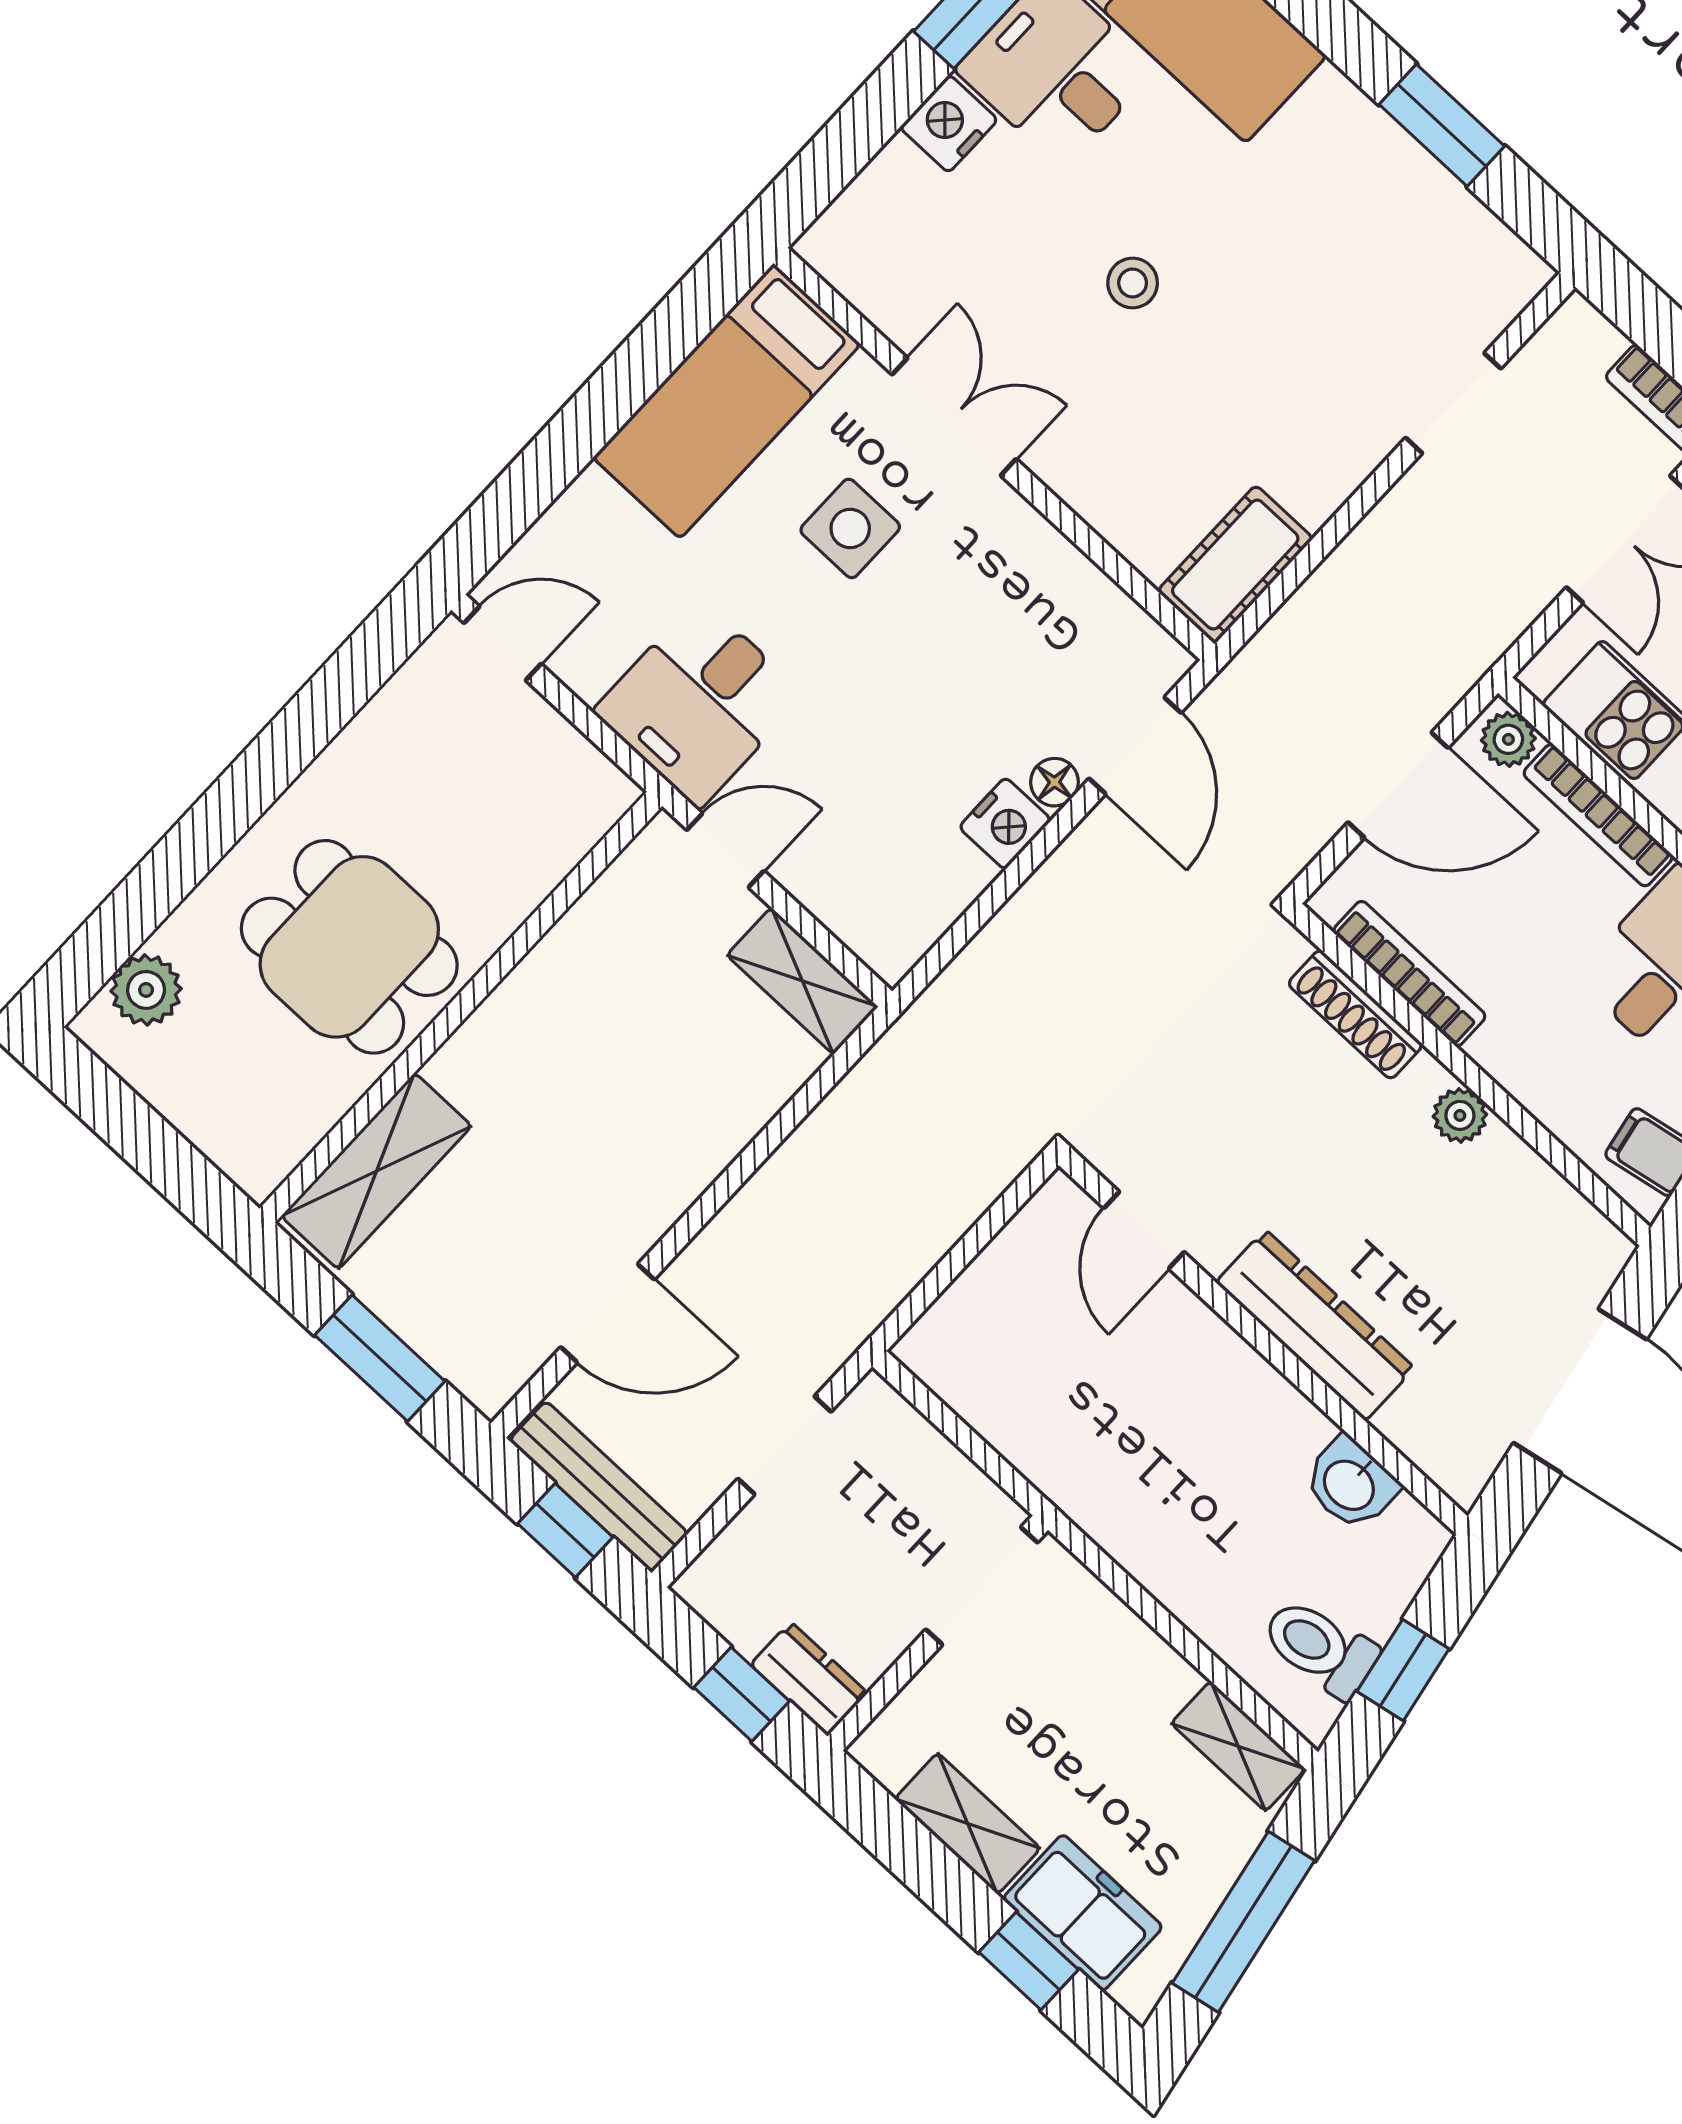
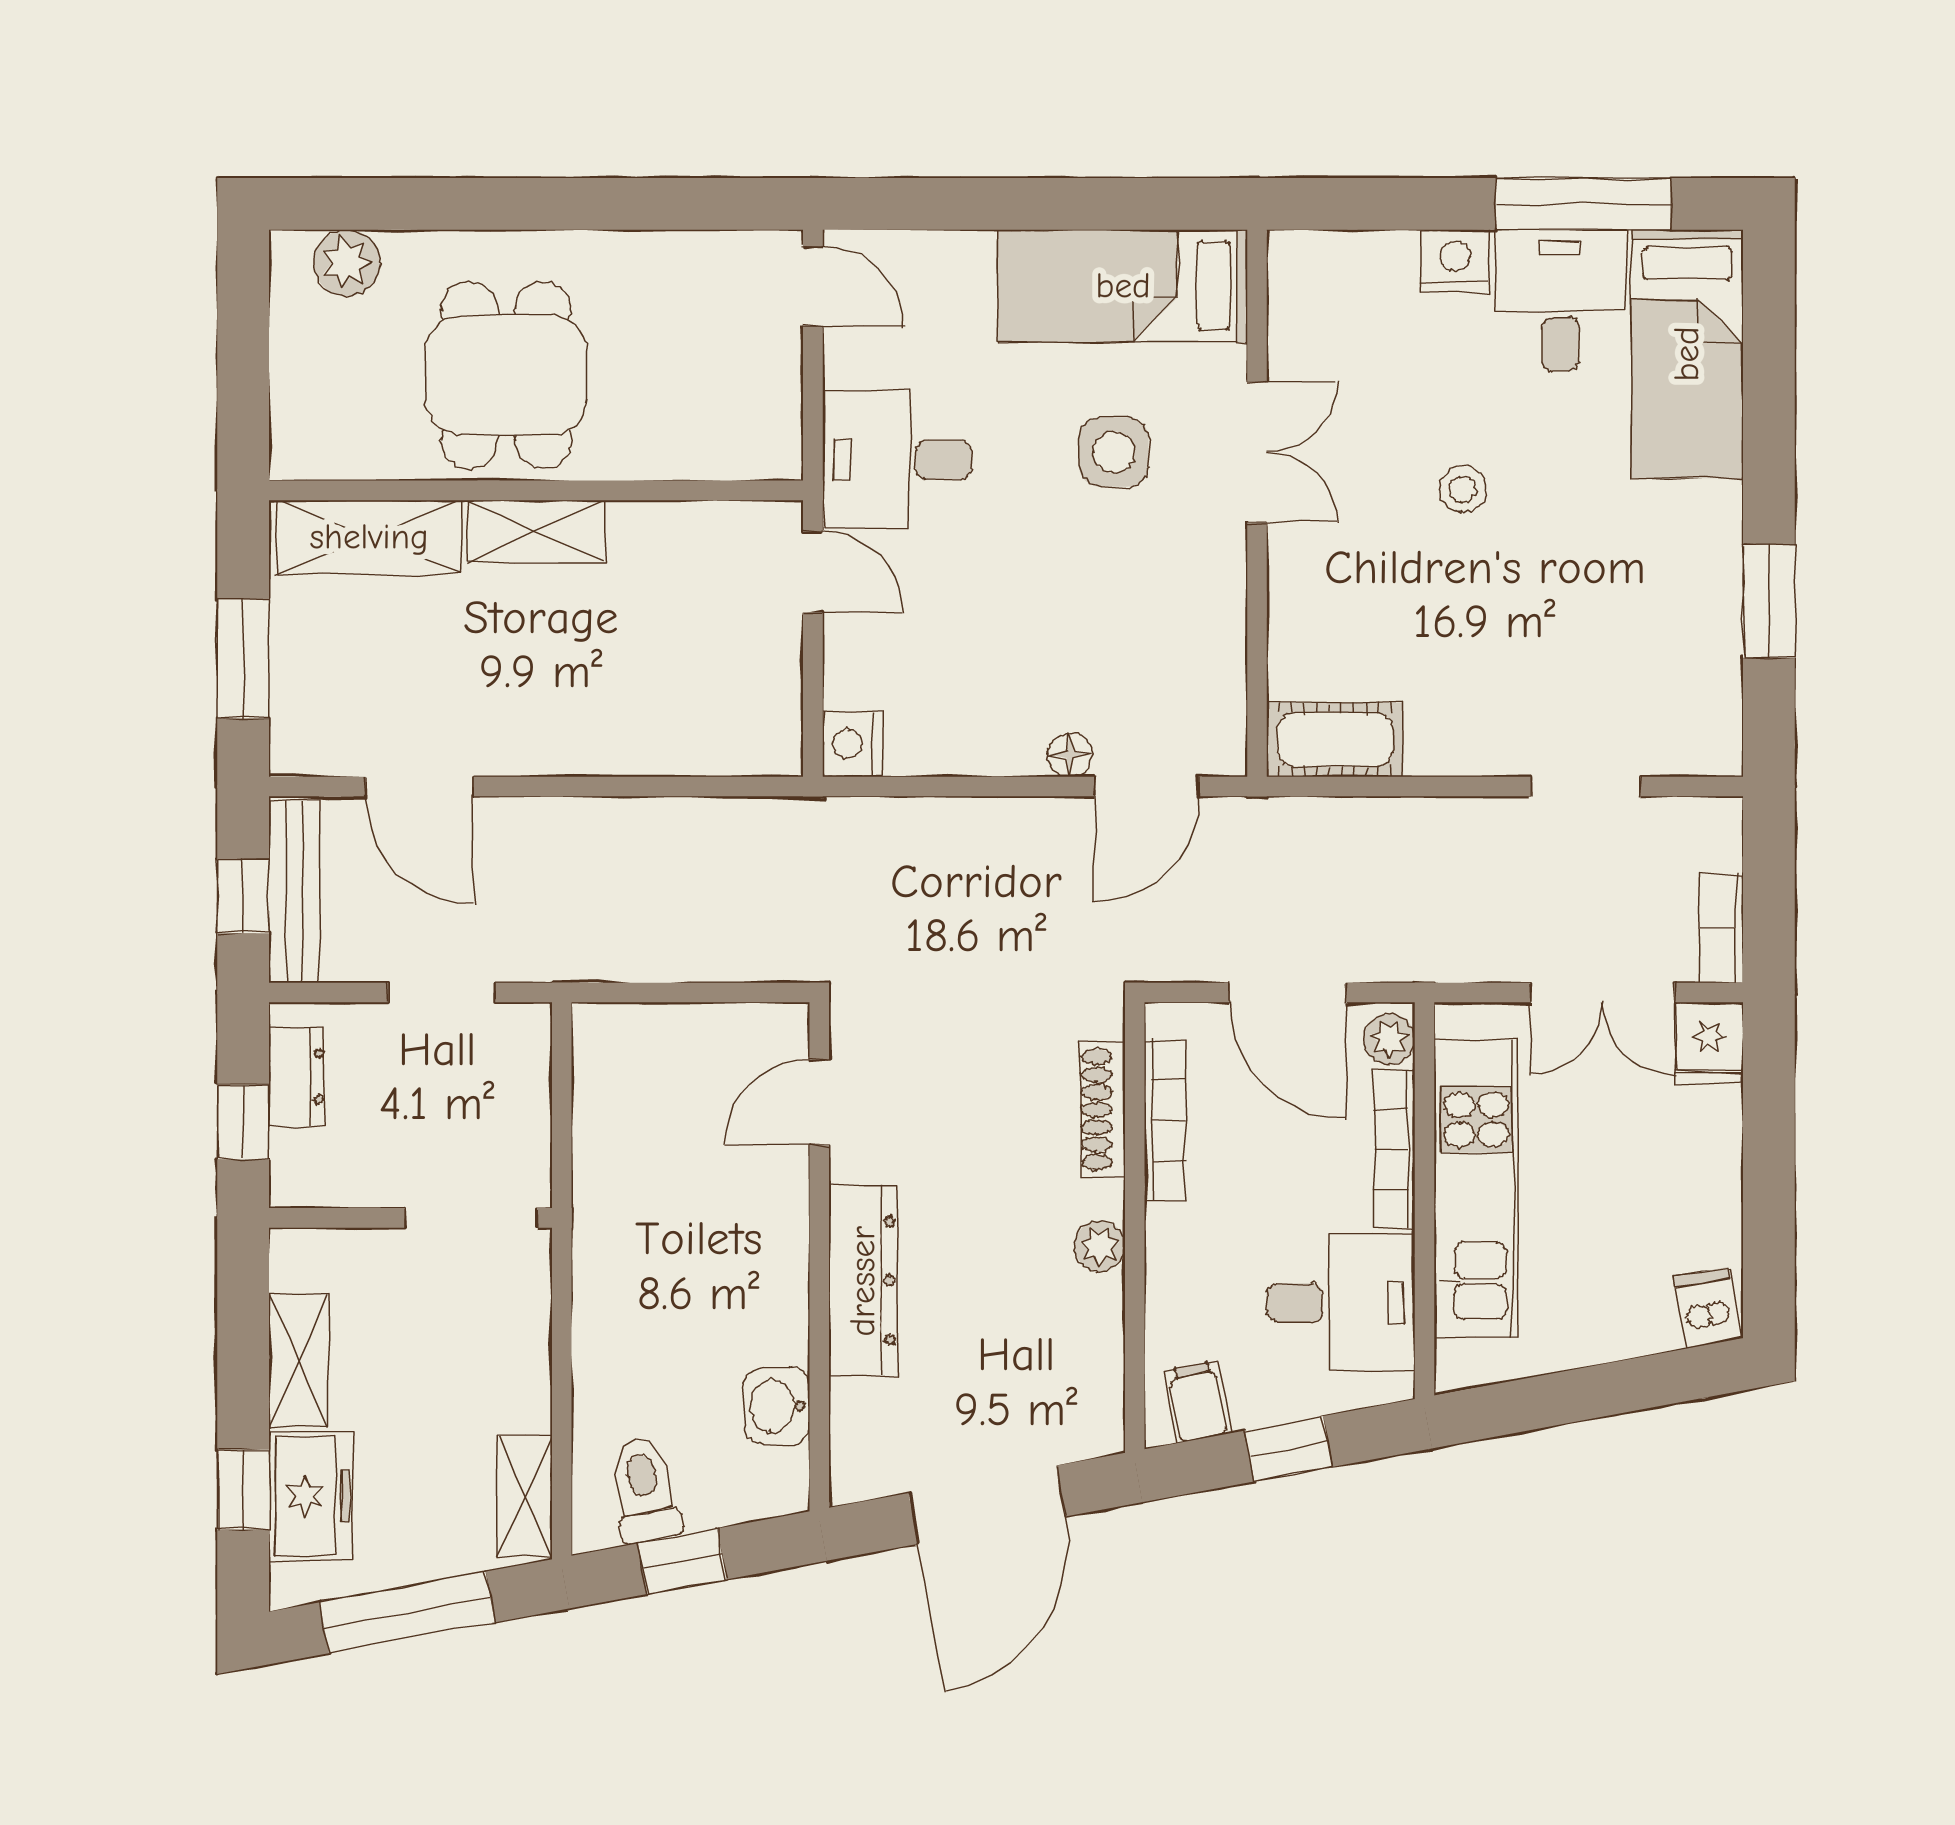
nightstand: (1005, 823) -> (852, 743), moved, turned 90
shelving: (802, 981) -> (536, 531), moved, turned 90
dresser: (809, 1679) -> (297, 1077), moved

